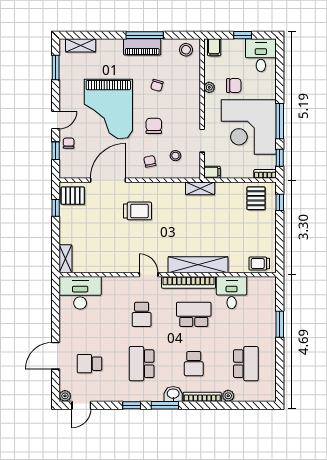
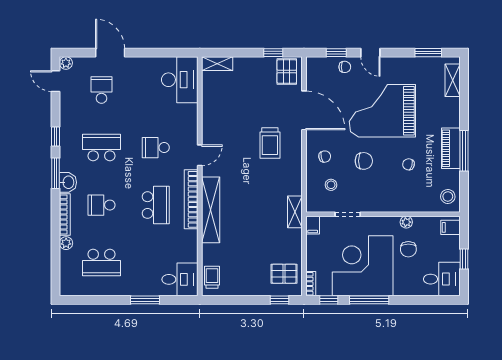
desk: (232, 293) -> (180, 279), moved

